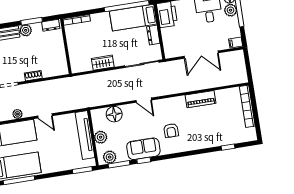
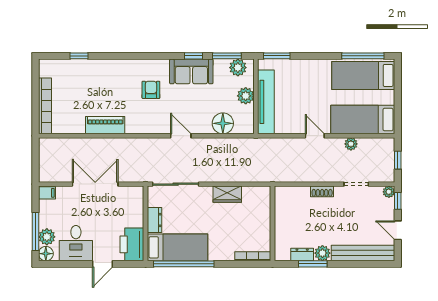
dresser: (51, 25) -> (302, 255), moved

